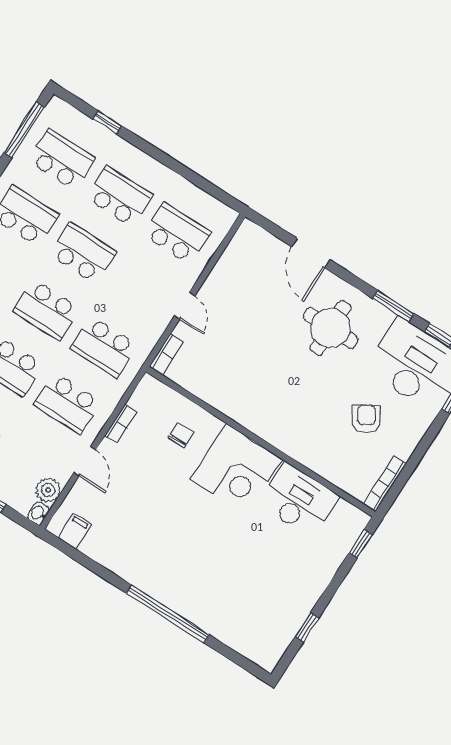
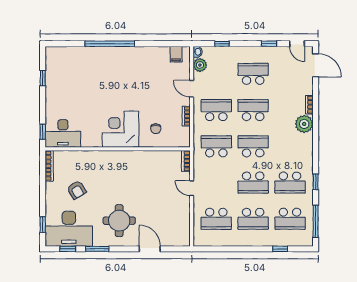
desk: (298, 500) -> (63, 133), moved

